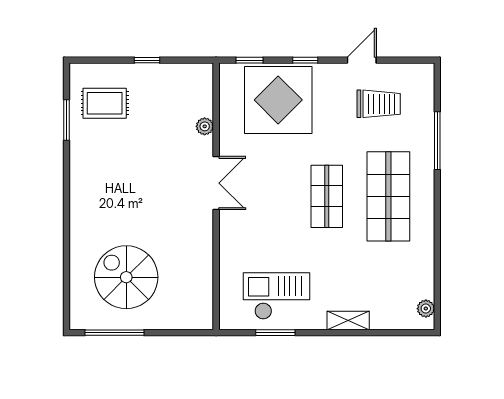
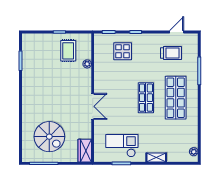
door: (362, 60) -> (177, 32), moved
display table: (278, 100) -> (123, 51), width x0.54, depth x0.54
rug: (105, 103) -> (68, 51), moved, turned 90
double door: (216, 183) -> (93, 106), moved
spiral stairs: (126, 277) -> (49, 137), turned 180
wardrobe: (200, 306) -> (85, 151), added

